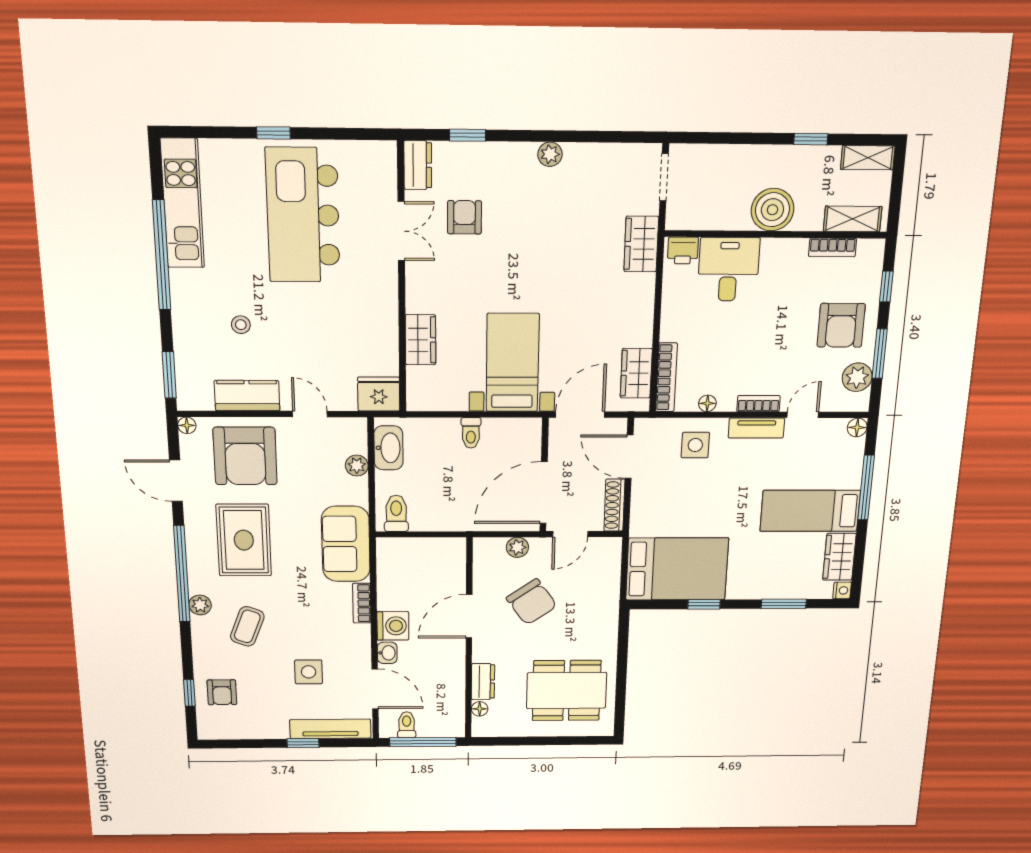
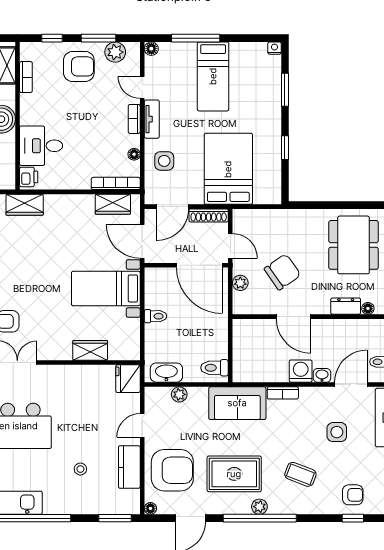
wardrobe: (839, 557) -> (248, 52), removed
bed: (677, 569) -> (228, 169), moved
plant: (200, 605) -> (259, 507), moved

